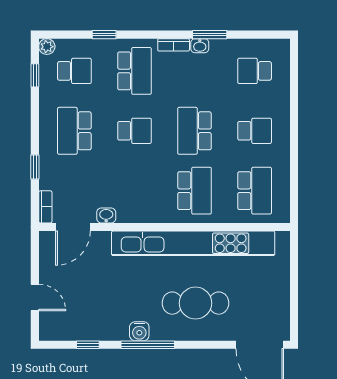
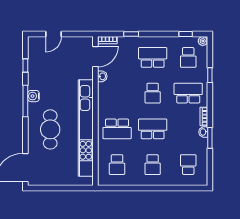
school desk: (134, 71) -> (188, 93), turned 180
school desk: (255, 191) -> (117, 165), width x0.54
door: (73, 227) -> (95, 57), swing flipped

